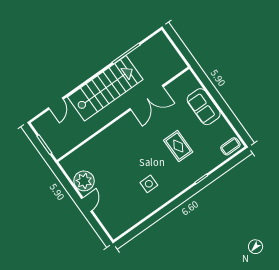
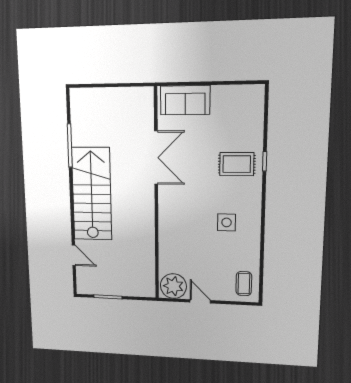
double door: (146, 98) -> (156, 158), moved
wall: (123, 114) -> (156, 196), moved
rug: (178, 146) -> (237, 164), moved
coffee table: (230, 146) -> (244, 284), moved

